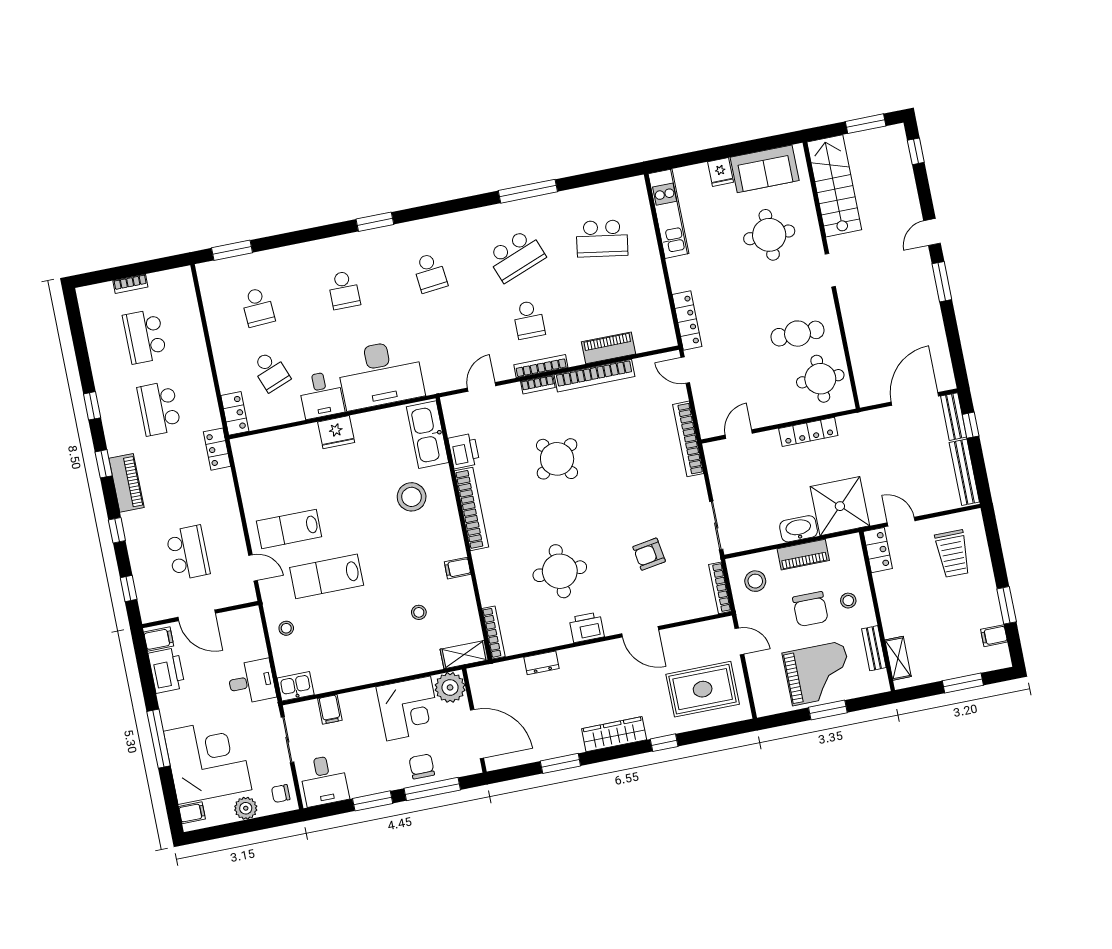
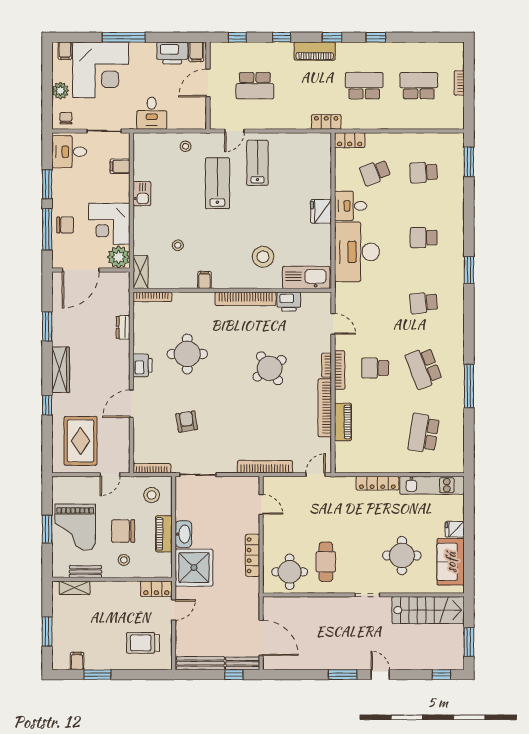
locker: (687, 320) -> (377, 483), moved
kitchen sink: (296, 686) -> (142, 194), moved

